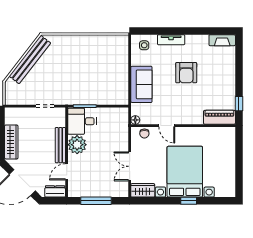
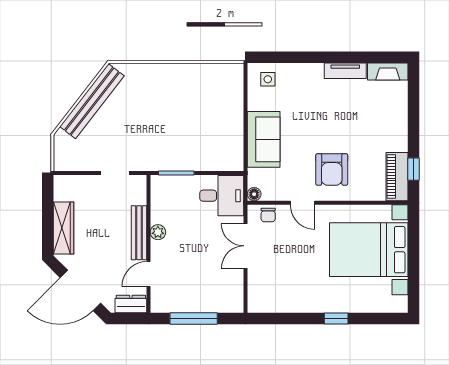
tv unit: (171, 40) -> (345, 71), moved
armchair: (186, 73) -> (332, 169), moved
piano: (219, 117) -> (397, 177), moved, turned -90
desk: (82, 121) -> (222, 196), moved, turned 180
plant: (77, 145) -> (158, 232), width x0.53, depth x0.53
double door: (130, 166) -> (246, 246), moved
bed with nightstands: (185, 172) -> (369, 250), moved, turned -90
wardrobe: (143, 190) -> (266, 302), removed

